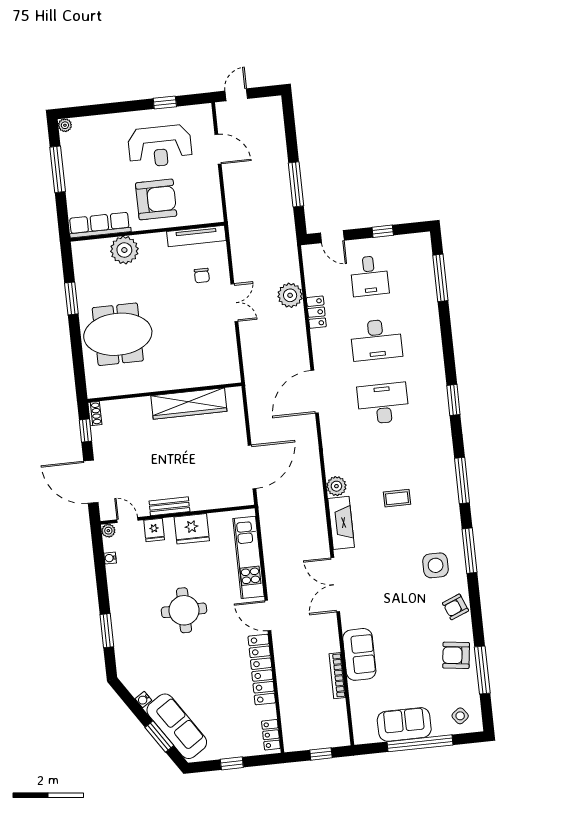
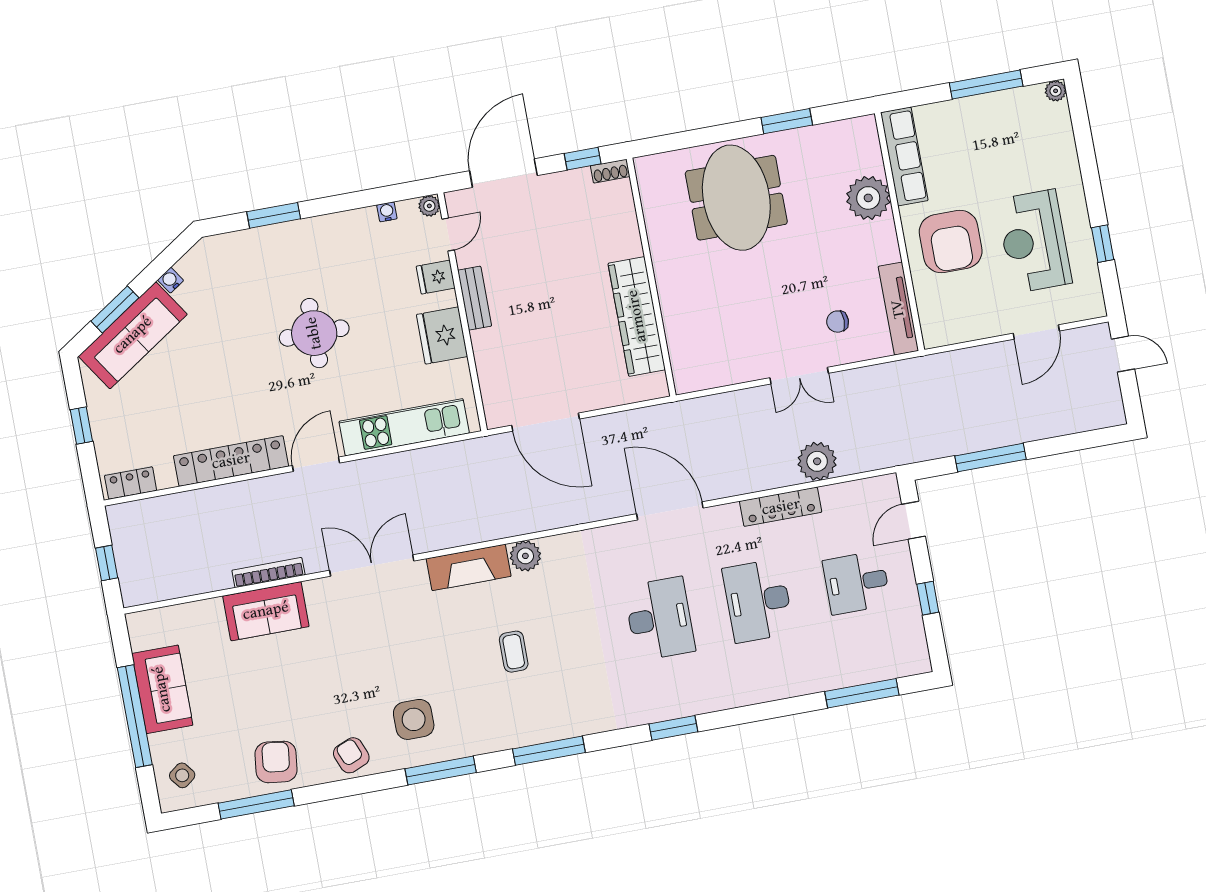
locker: (316, 312) -> (781, 507), width x1.53
bookcase: (337, 676) -> (268, 573), moved

